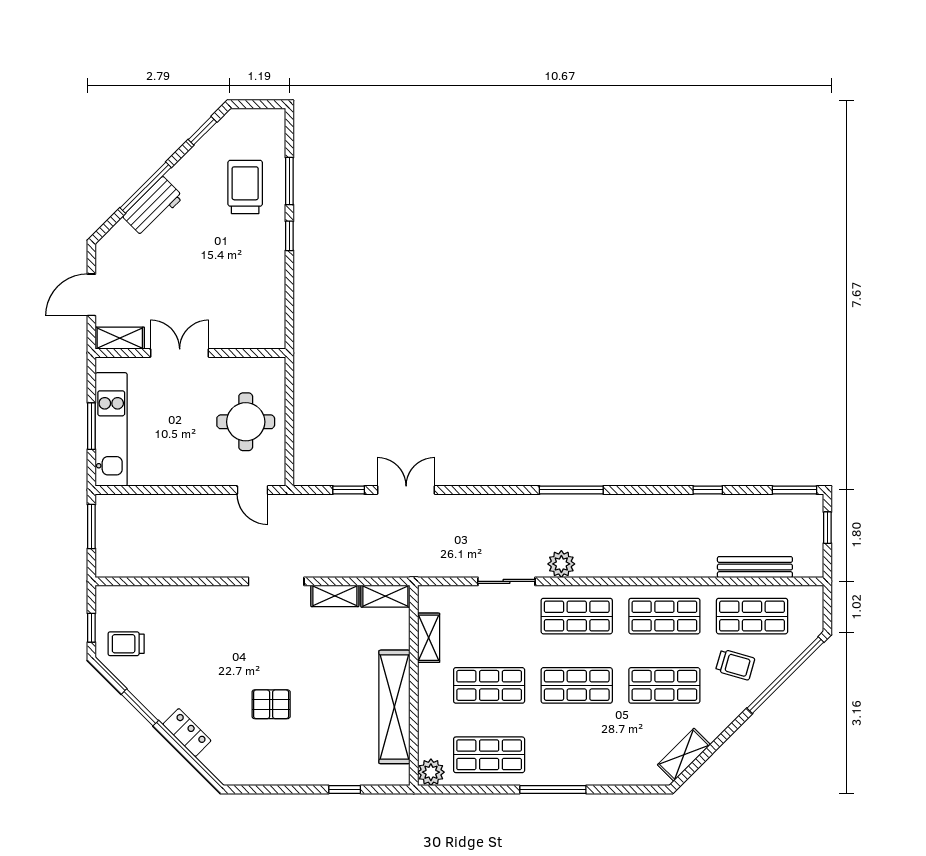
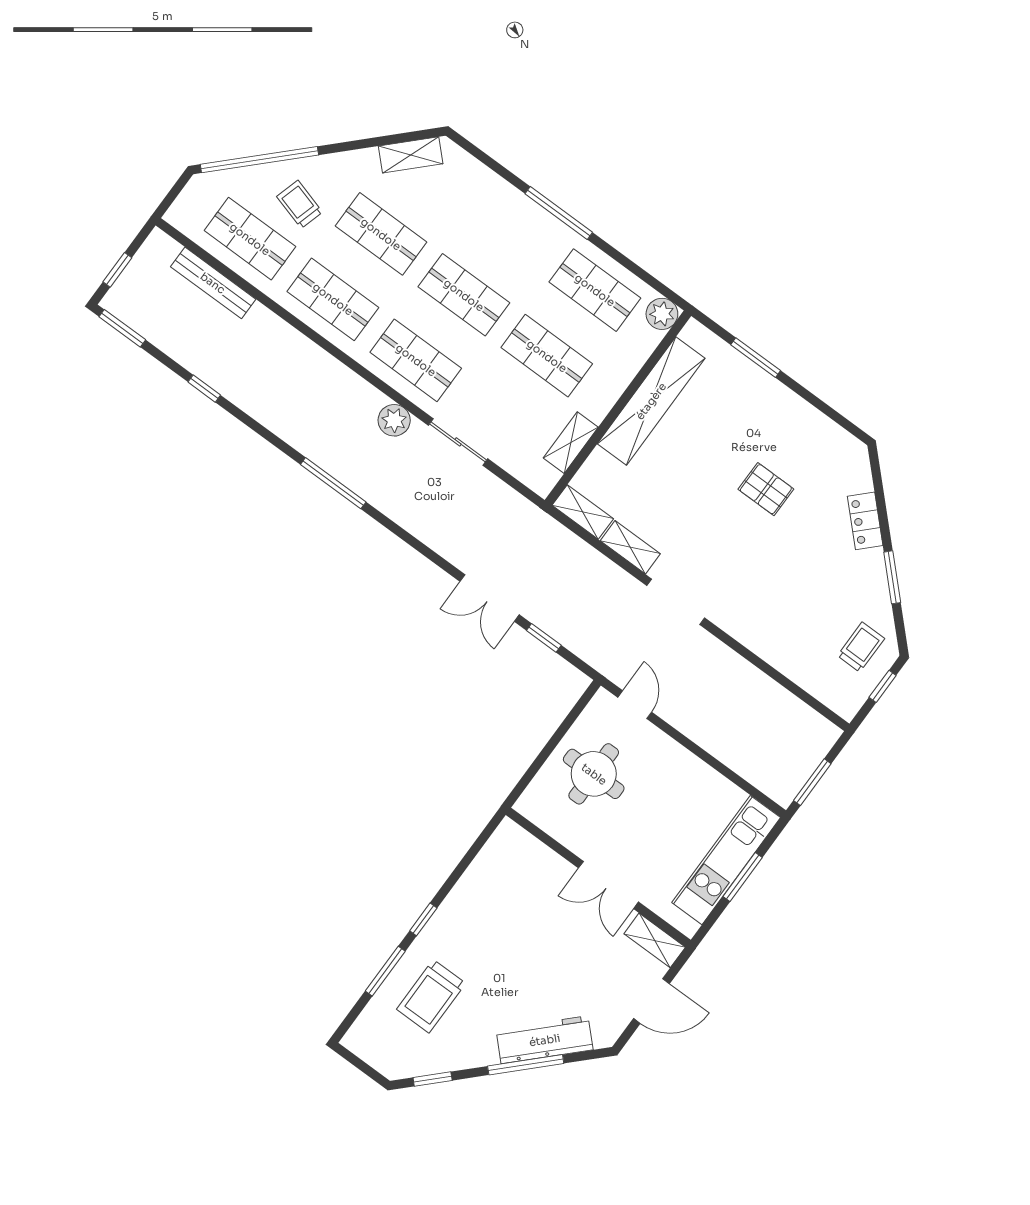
workbench: (153, 207) -> (545, 1040), width x1.38
trolley: (126, 644) -> (861, 647), turned -90
window: (345, 789) -> (756, 358), width x1.50

